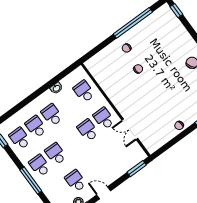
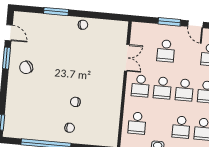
school desk: (72, 142) -> (184, 90), added
school desk: (108, 157) -> (166, 51), added
window: (137, 169) -> (169, 22), moved

